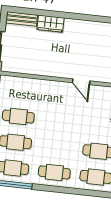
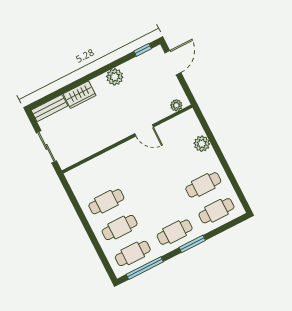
plant: (85, 28) -> (115, 77), added
window: (62, 190) -> (192, 244), added

